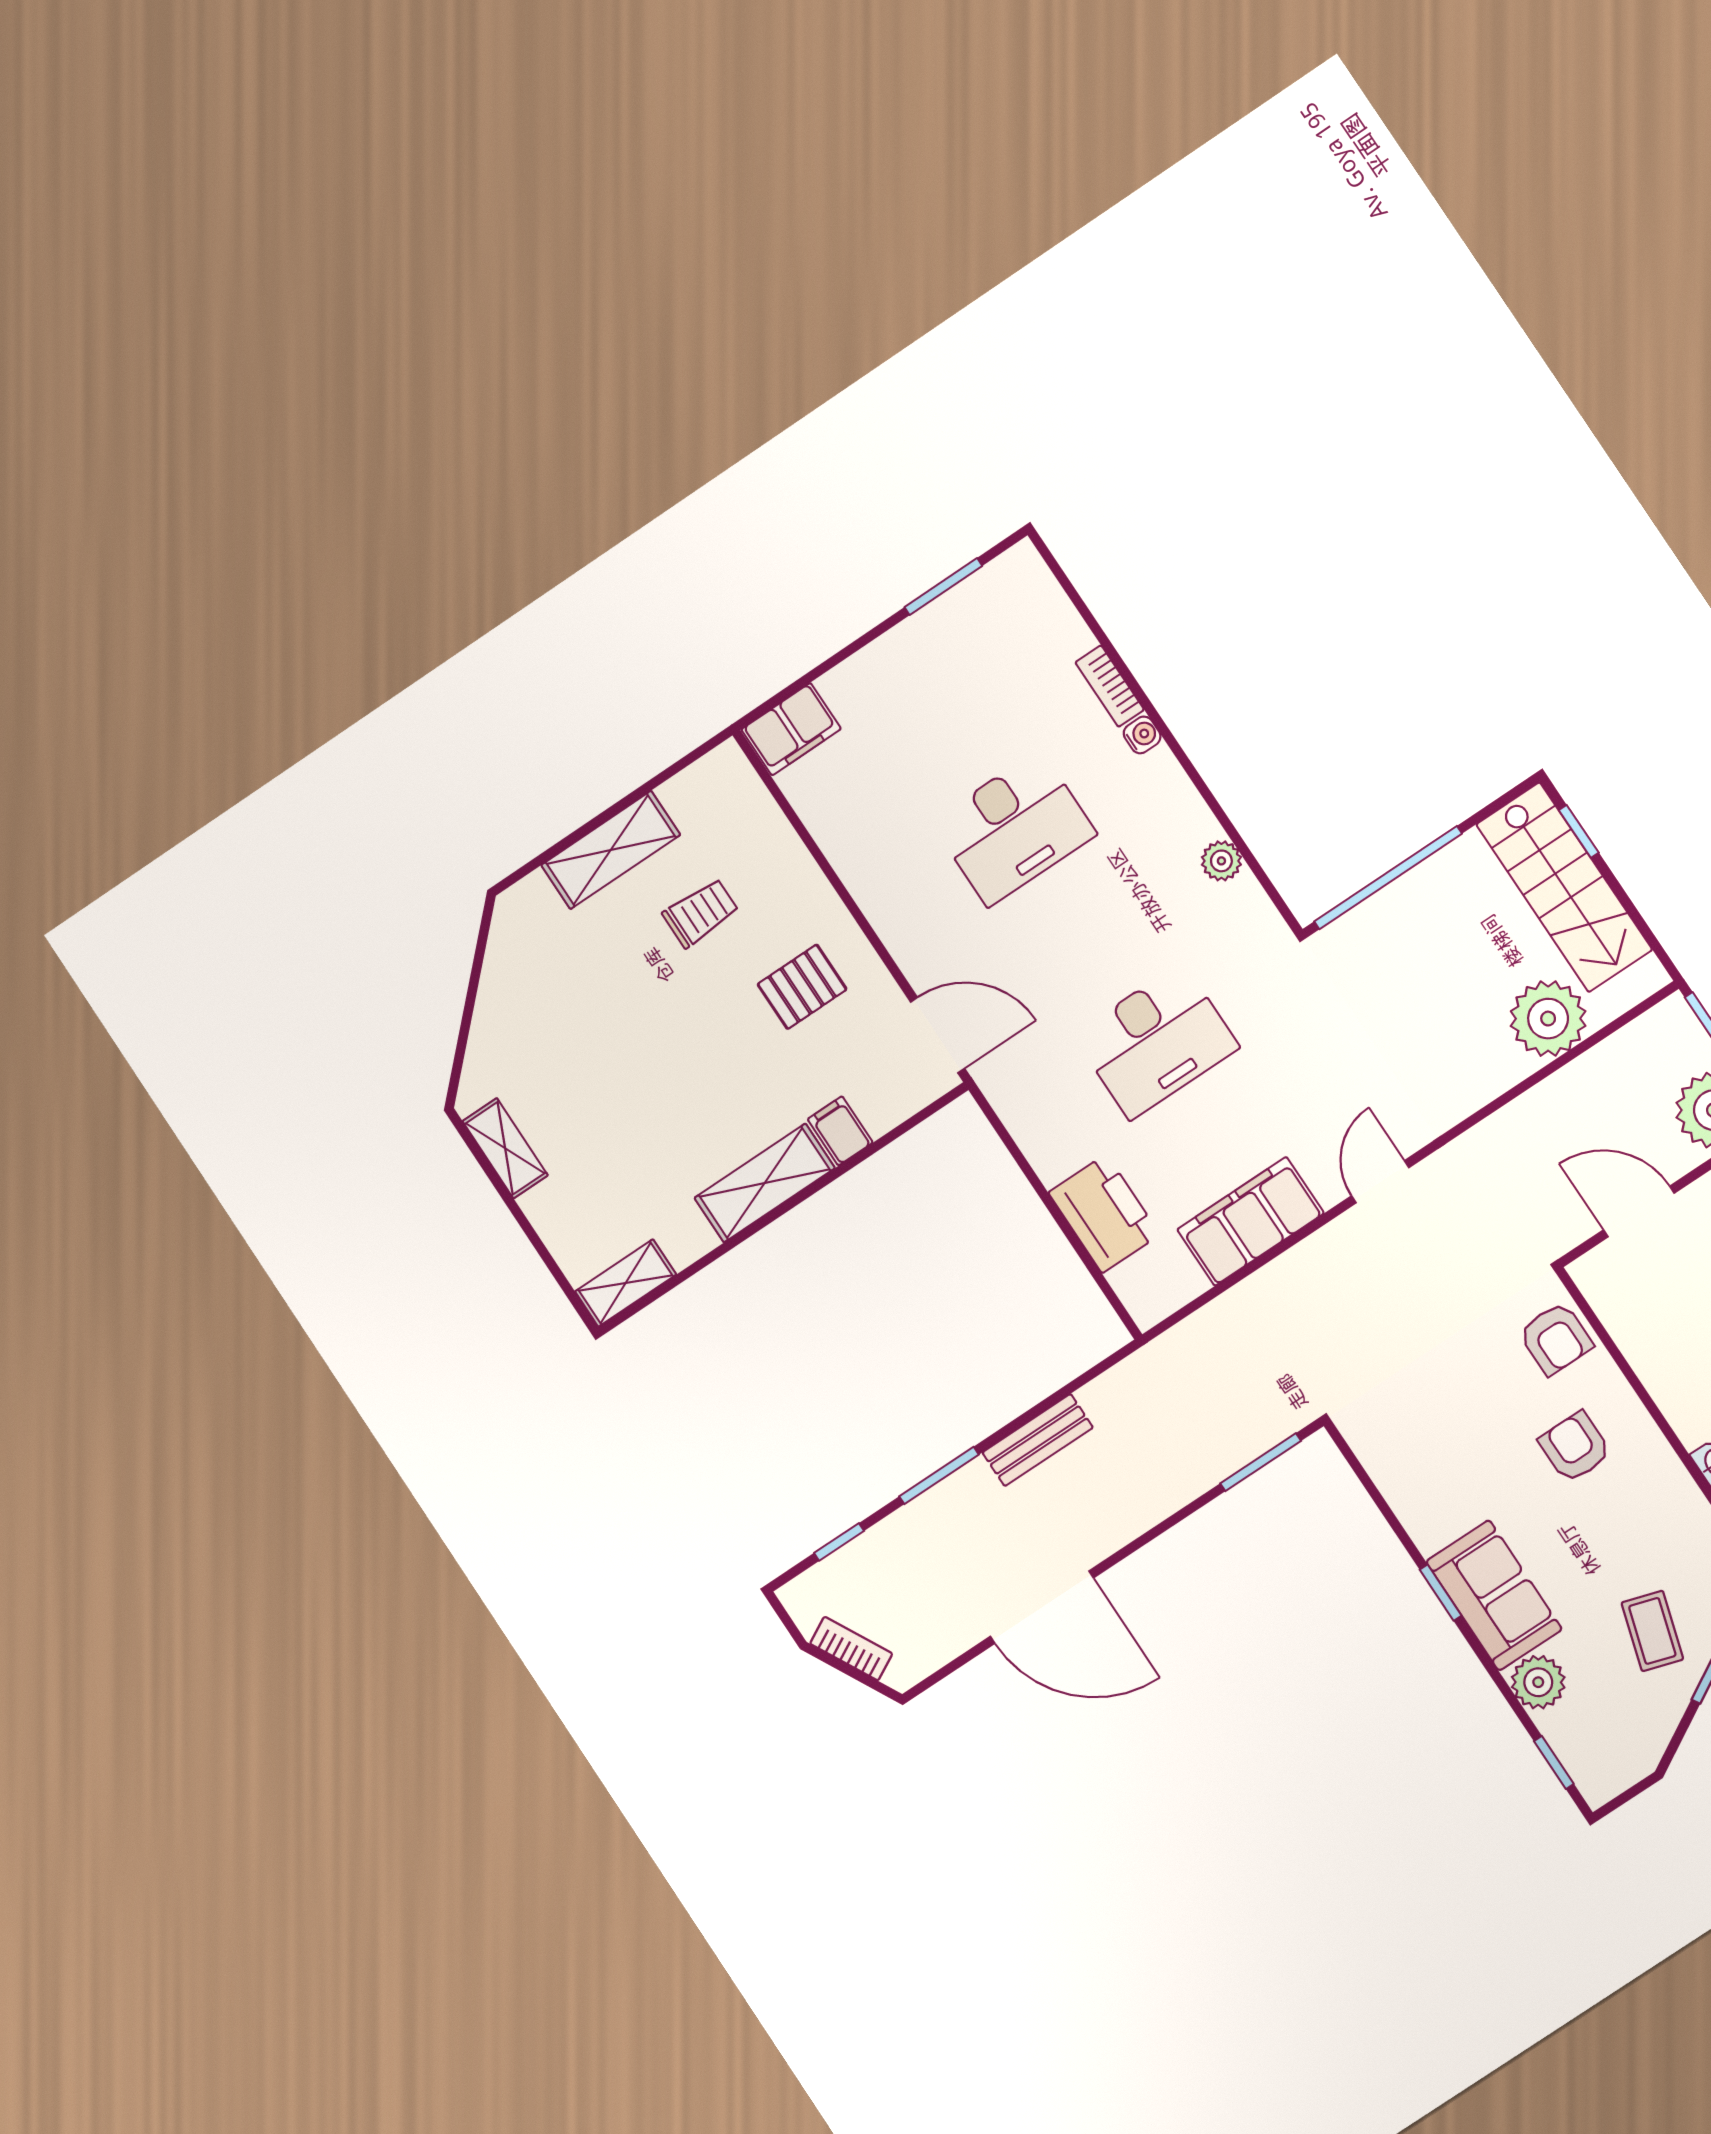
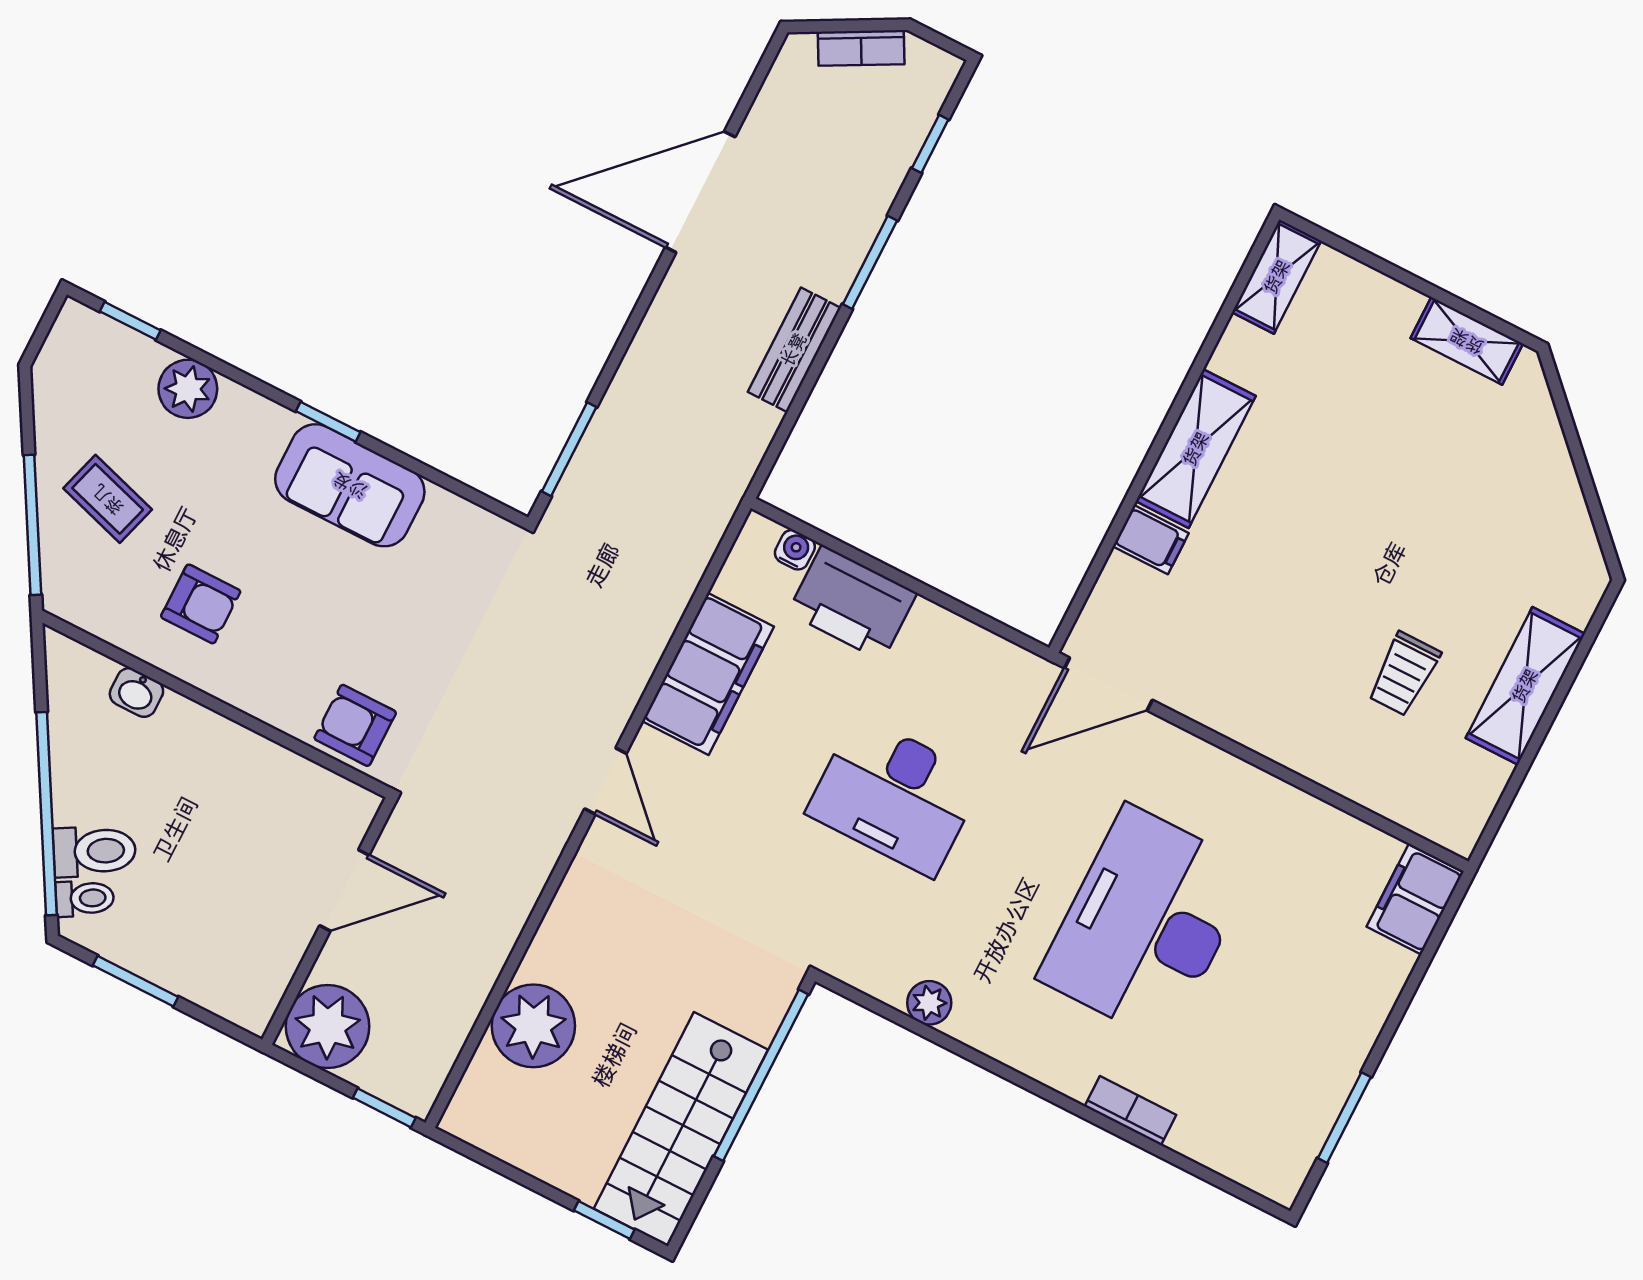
water cooler: (1142, 735) -> (795, 550), moved, turned 180
desk: (1014, 828) -> (1146, 924), width x1.36, depth x1.30
stairs: (1564, 887) -> (681, 1129), moved, turned -90
pallet: (802, 987) -> (1265, 658), removed
desk: (1156, 1041) -> (895, 796), turned -90
armchair: (1575, 1447) -> (201, 604), moved
sofa: (1494, 1595) -> (350, 485), moved

